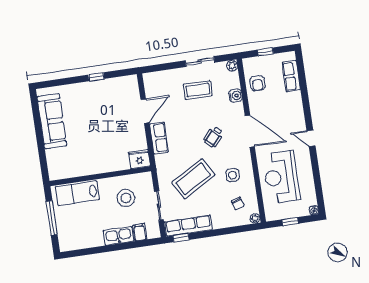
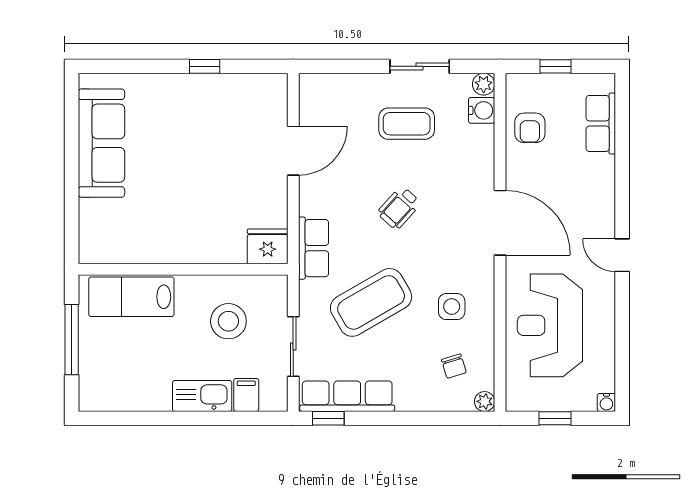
water cooler: (235, 96) -> (482, 110), moved
wheelchair: (214, 137) -> (399, 208), moved
row of seats: (159, 138) -> (314, 248), moved

